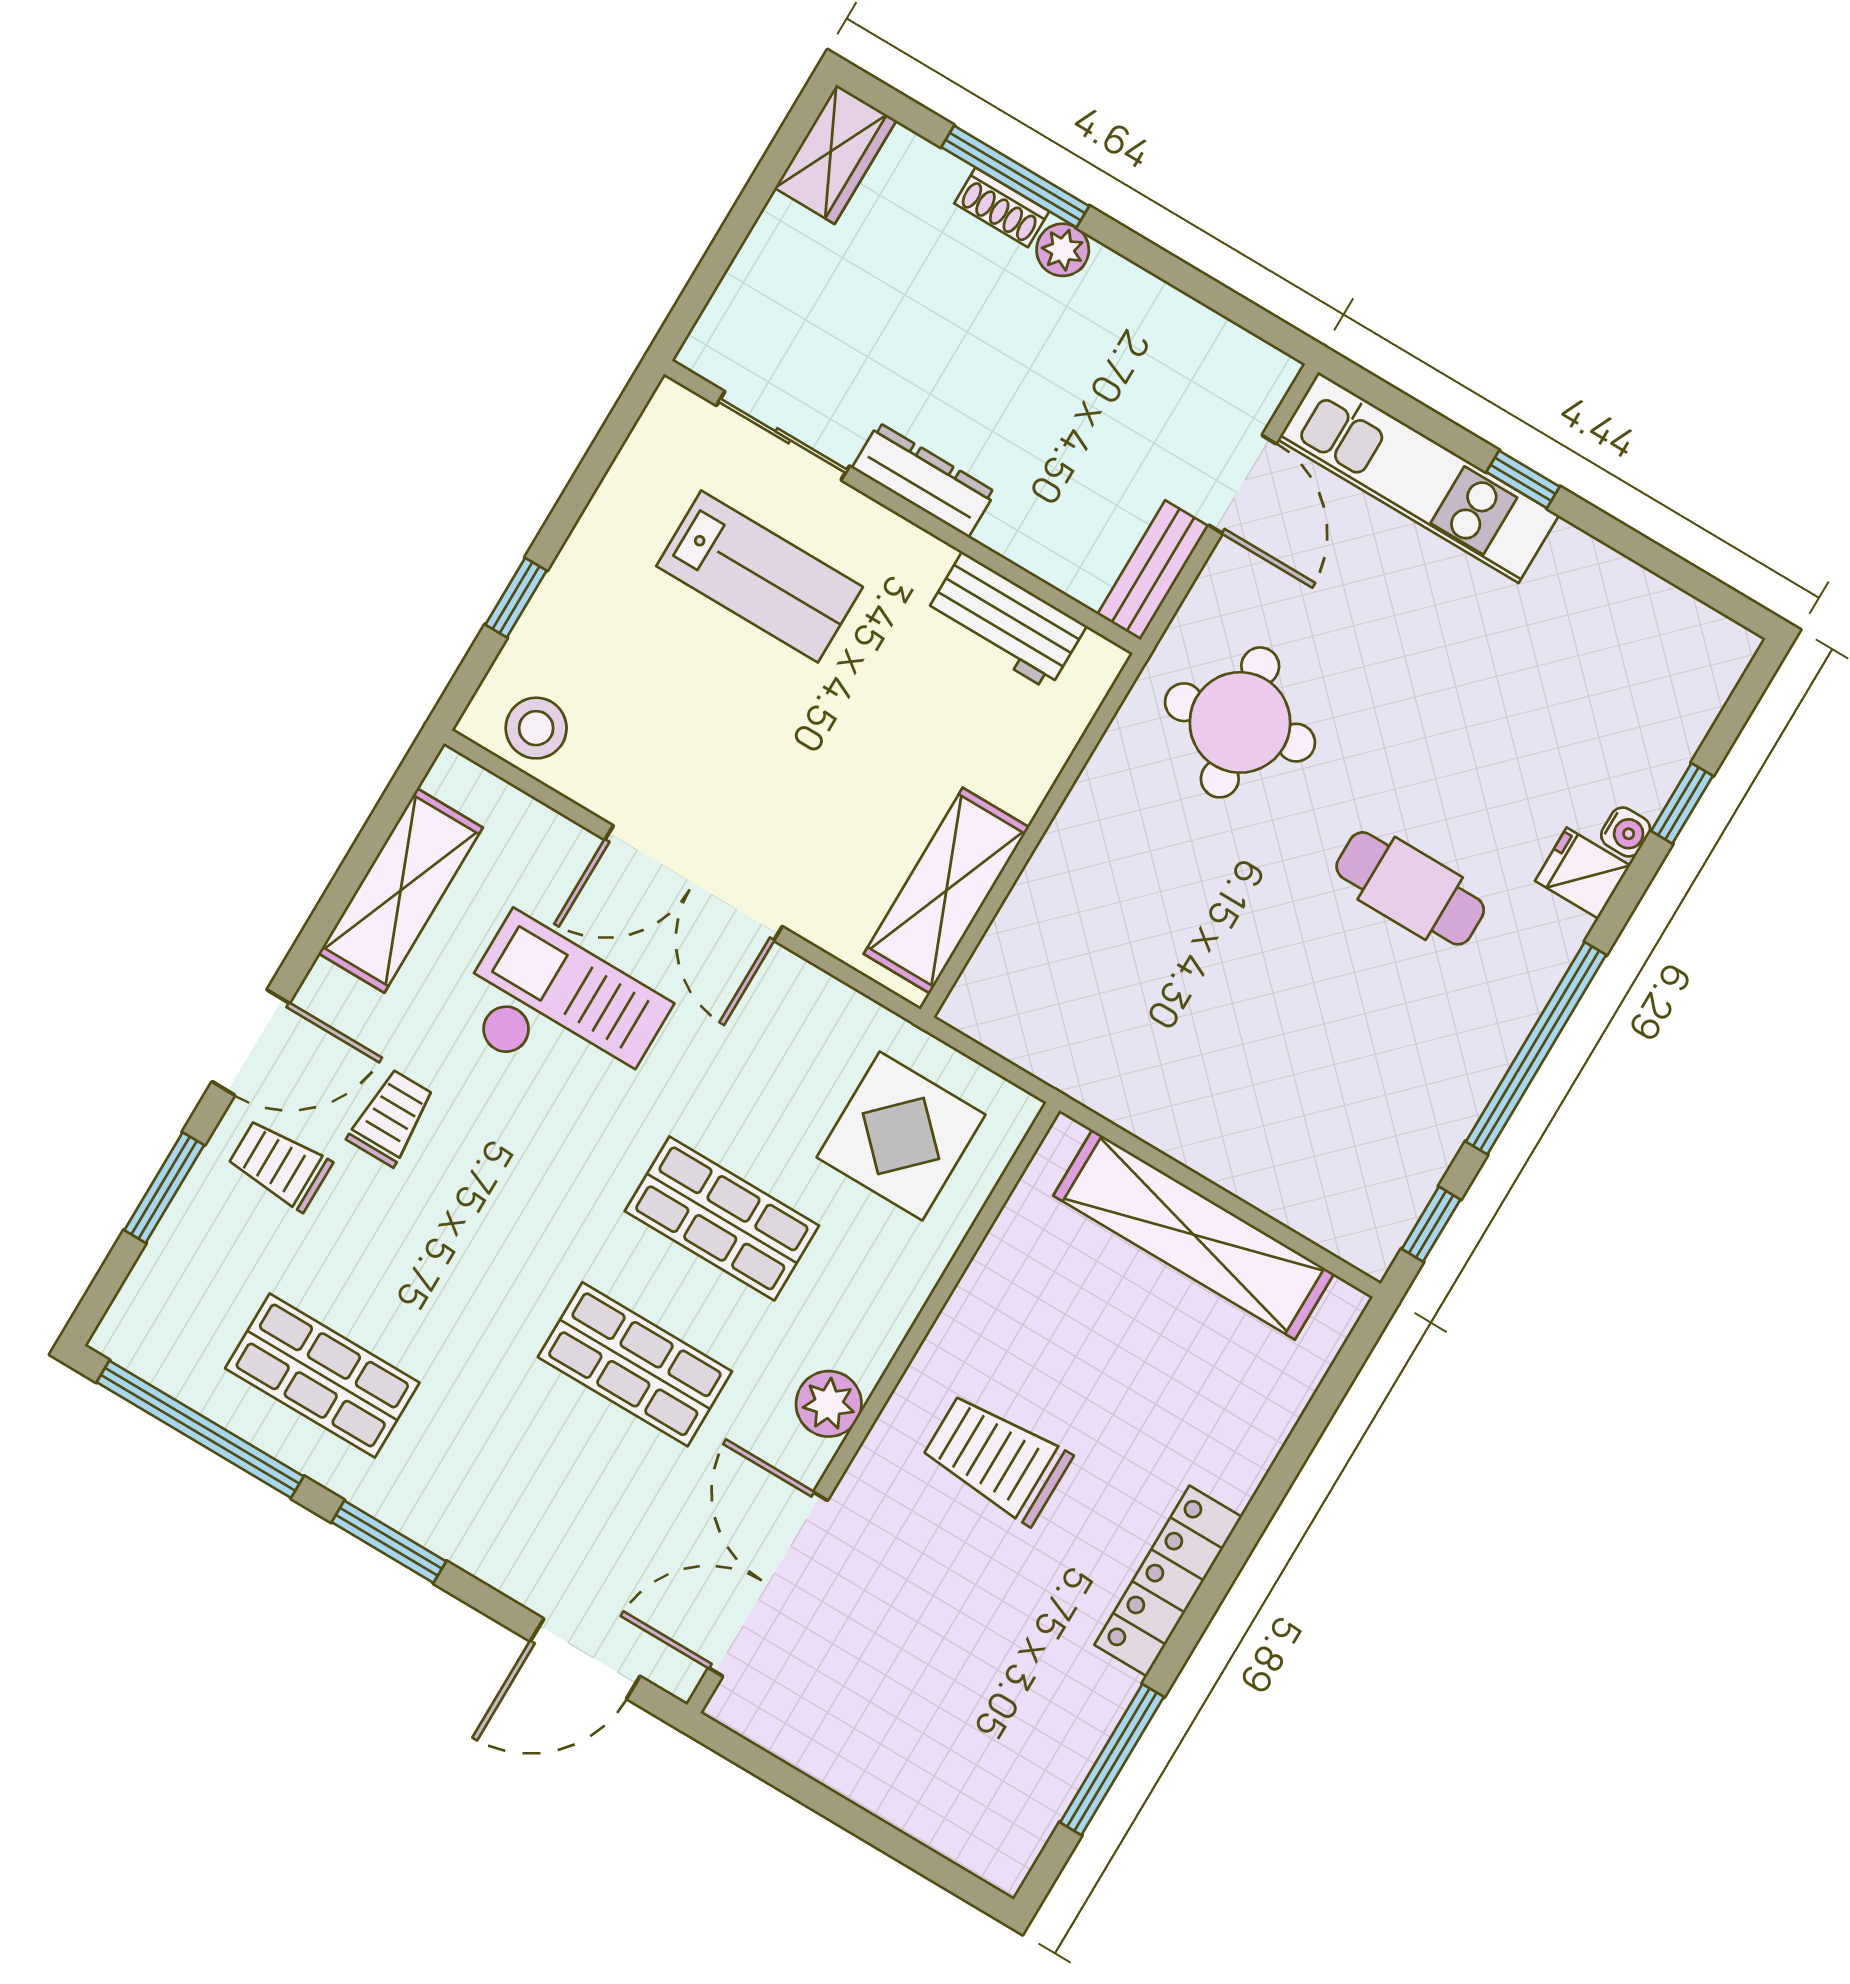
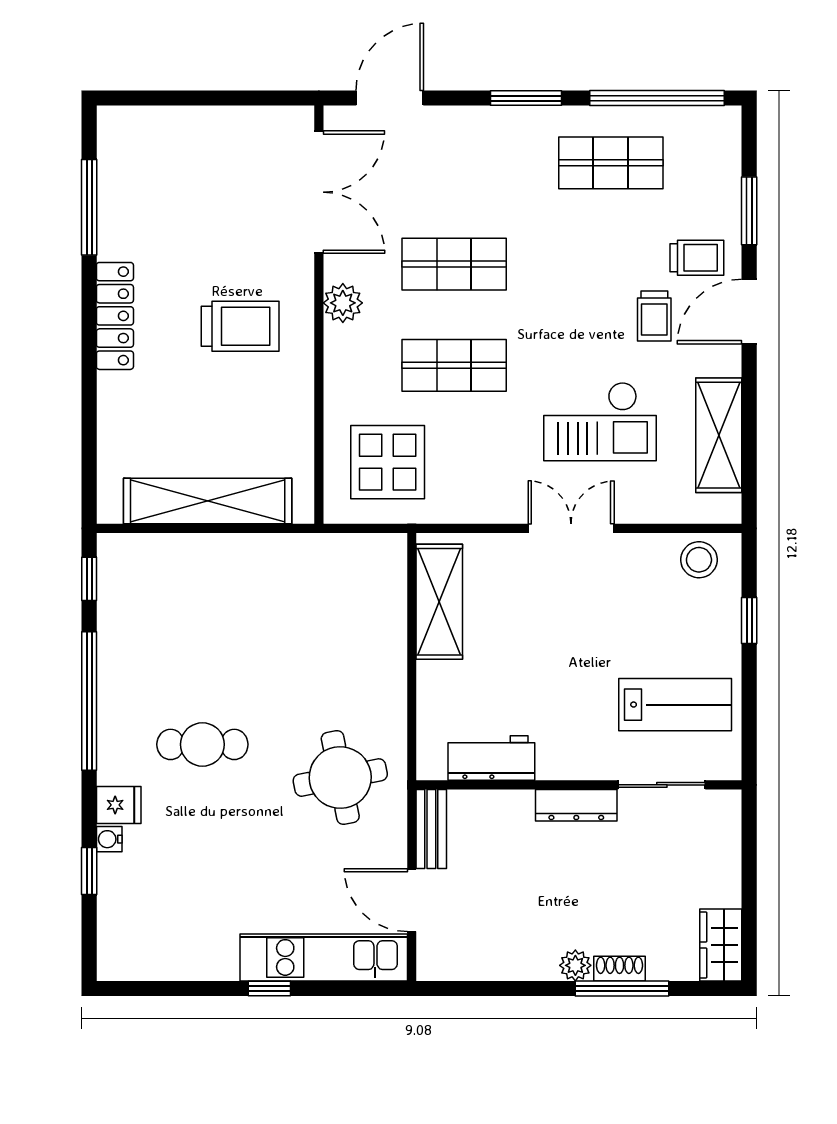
lab bench: (760, 576) -> (675, 705), moved, turned 180
double door: (694, 883) -> (571, 528), width x0.73

